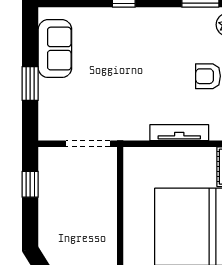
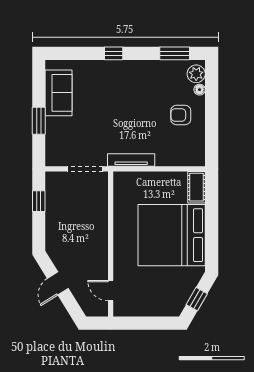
tv unit: (179, 133) -> (131, 160), moved

